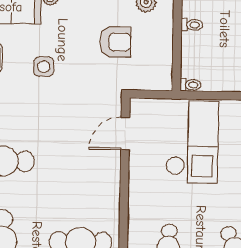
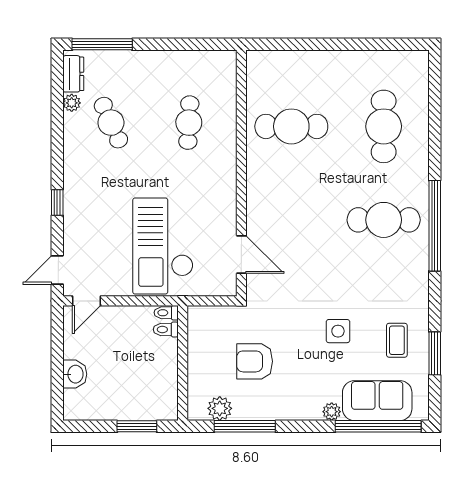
toilet: (192, 25) -> (166, 329), moved
door: (125, 134) -> (241, 254), hinge flipped

